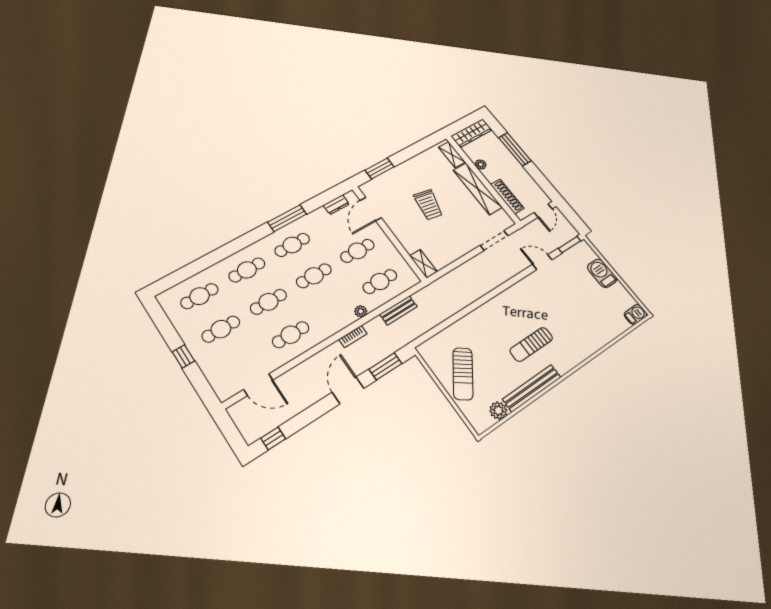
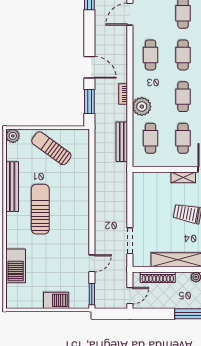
door: (543, 211) -> (130, 296), swing flipped
shelving: (423, 264) -> (183, 177), moved
bench: (398, 310) -> (122, 142), width x1.36
plant: (361, 311) -> (142, 107), width x1.88, depth x1.88
barbecue: (635, 314) -> (16, 266), moved, width x1.88, depth x1.53
sun lounger: (531, 344) -> (40, 209), width x1.36, depth x1.34
plant: (498, 411) -> (13, 136), moved

